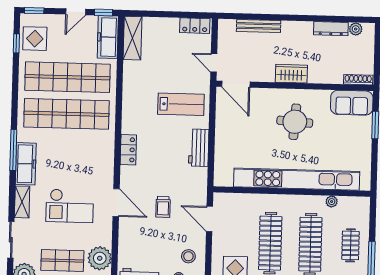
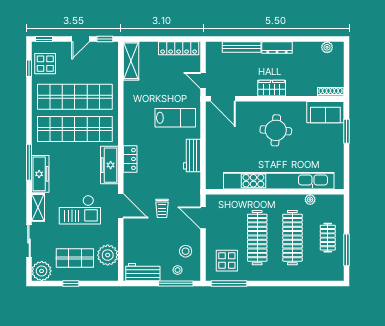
locker: (195, 26) -> (179, 48), width x1.53
dresser: (331, 29) -> (277, 48), moved
freezer: (108, 37) -> (109, 165), moved

